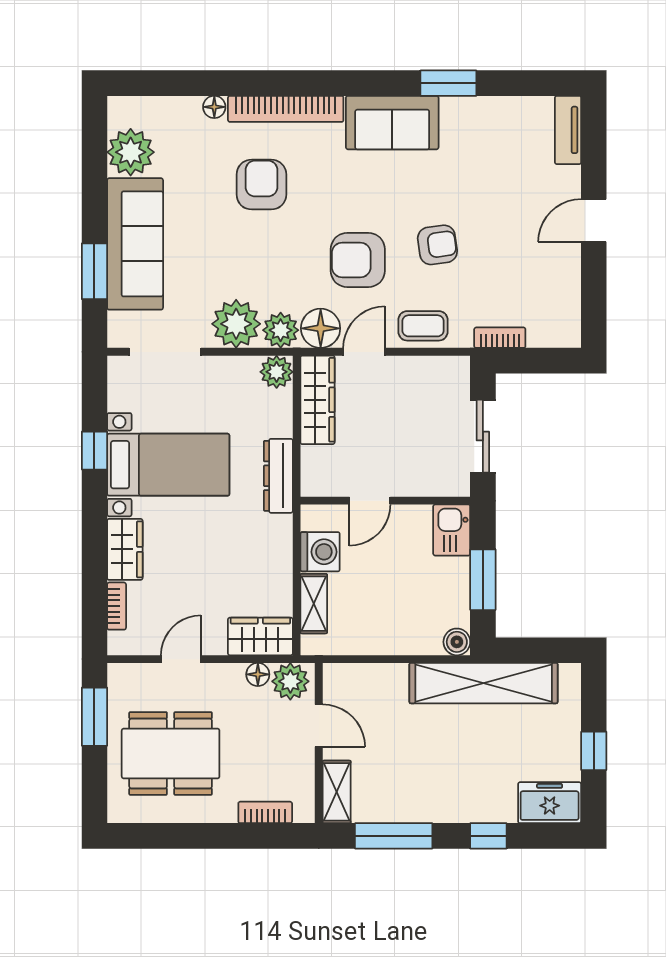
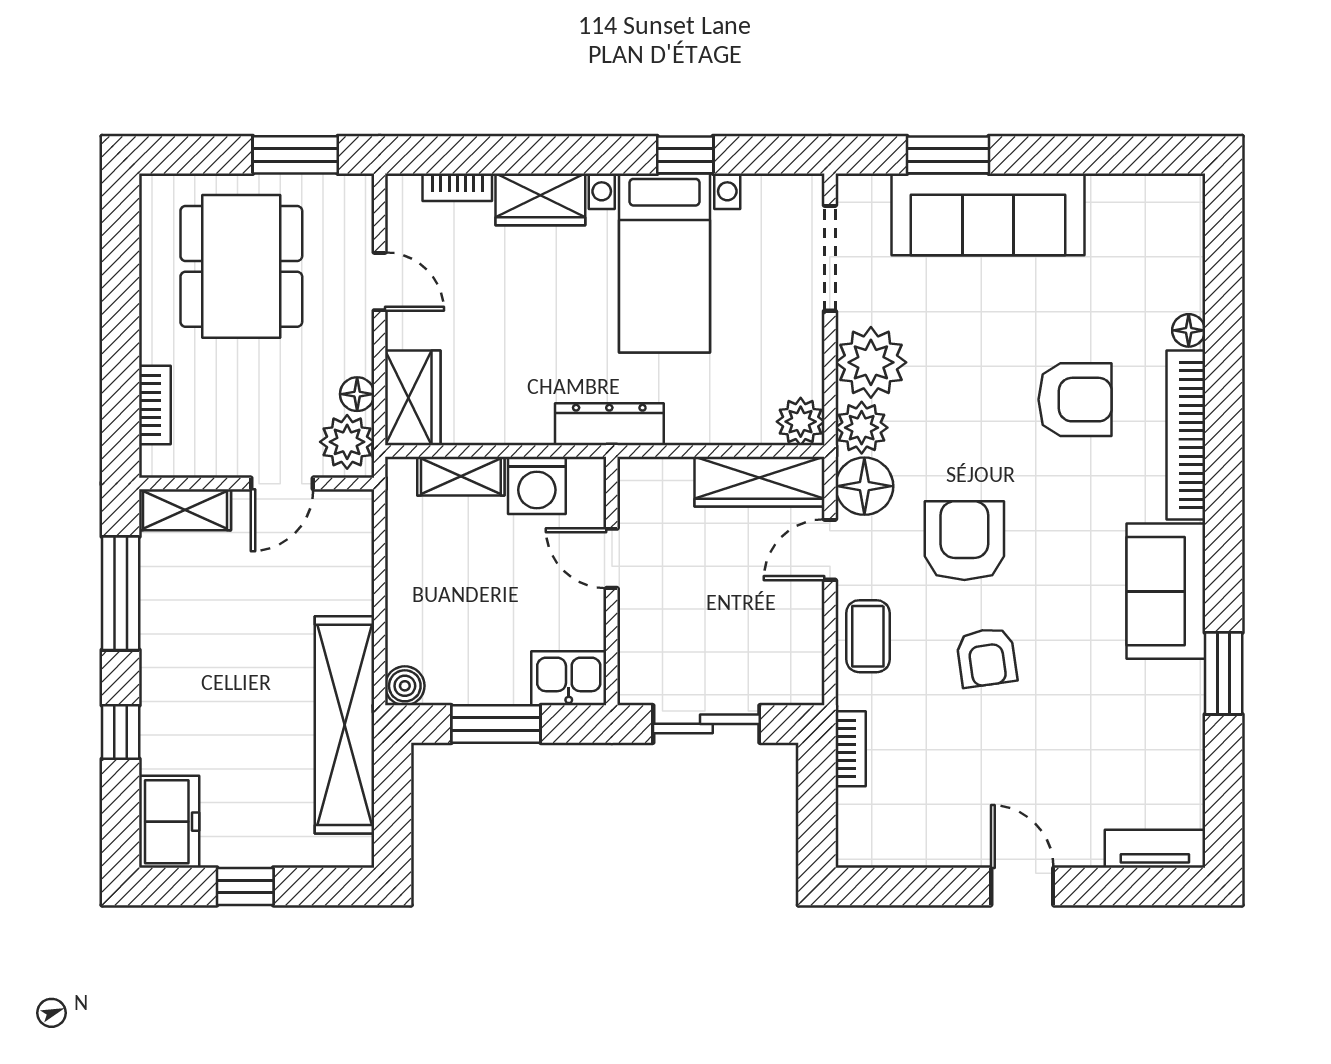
plant: (131, 152) -> (1122, 208), removed
door: (364, 352) -> (830, 550), swing flipped
dresser: (278, 476) -> (609, 424), moved

